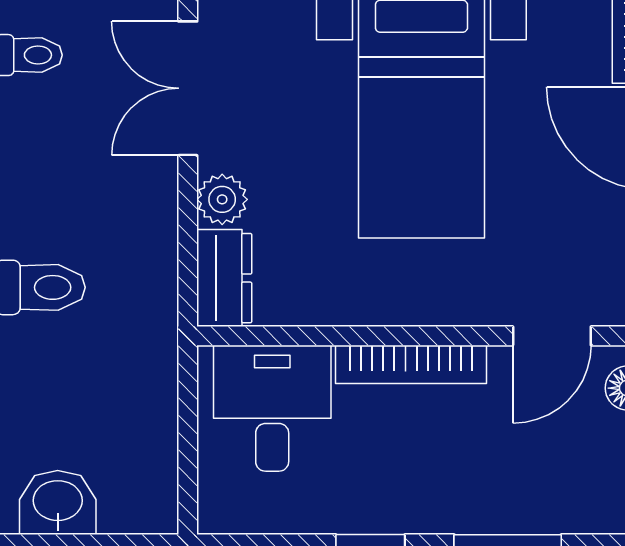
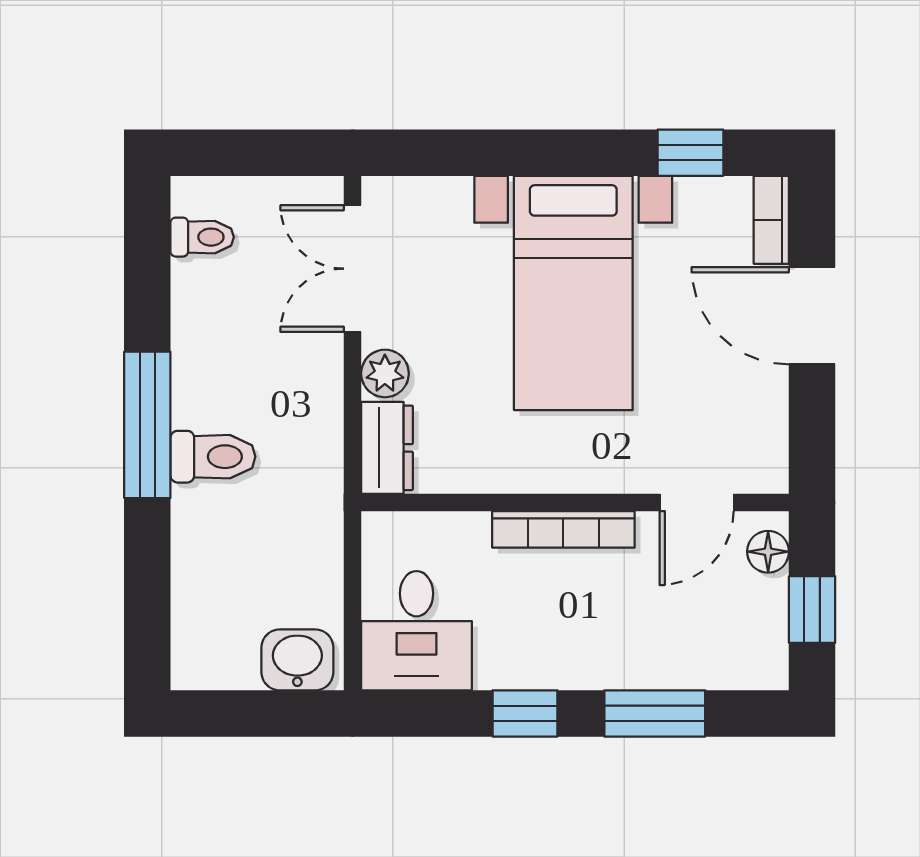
desk: (272, 408) -> (416, 631), moved, turned 180
washbasin: (58, 502) -> (297, 660), moved

